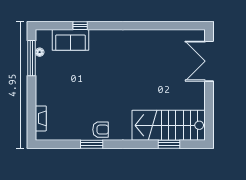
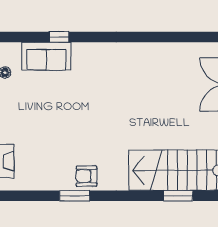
armchair: (101, 130) -> (86, 176), turned 180

